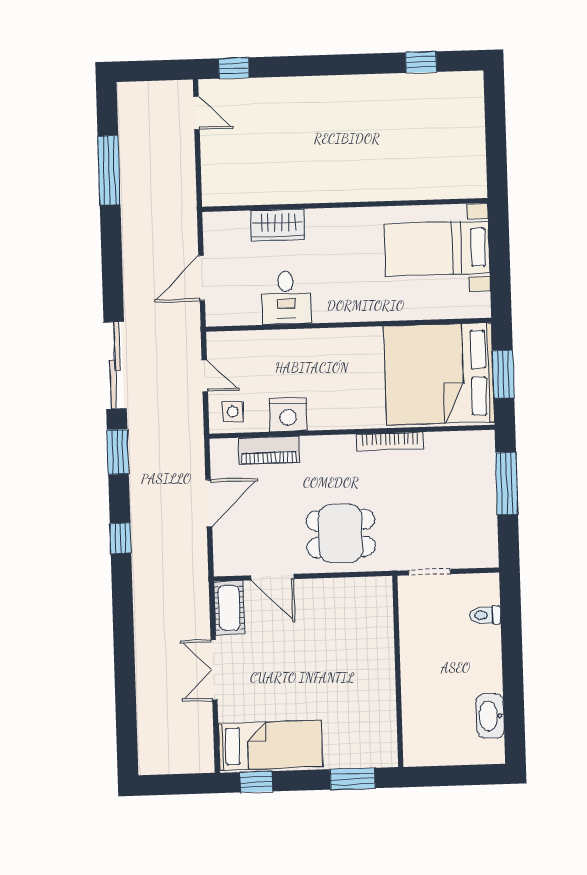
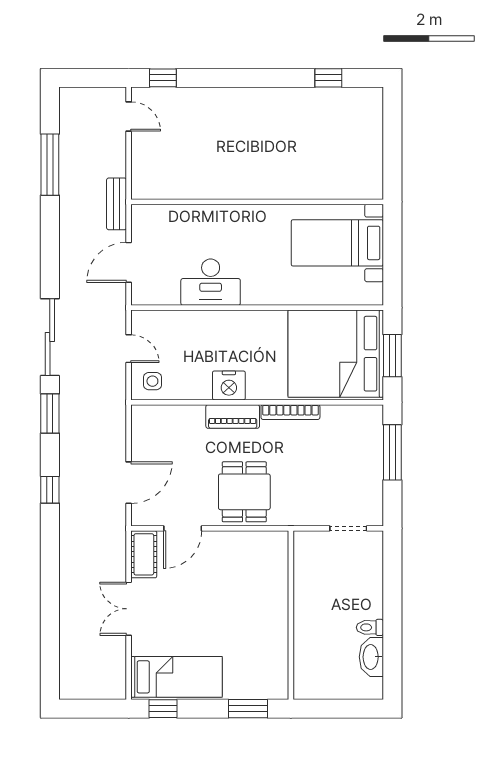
bench: (186, 212) -> (117, 204), added
wardrobe: (278, 225) -> (198, 218), removed
desk: (286, 298) -> (211, 282), width x1.37
nightstand: (288, 415) -> (229, 385), moved
piano: (269, 450) -> (233, 416), moved
door: (209, 503) -> (129, 483), moved
dining table: (341, 533) -> (244, 492), turned 90
doorway: (430, 572) -> (348, 528), moved
door: (272, 577) -> (183, 528), hinge flipped
toilet: (485, 615) -> (370, 627), moved

